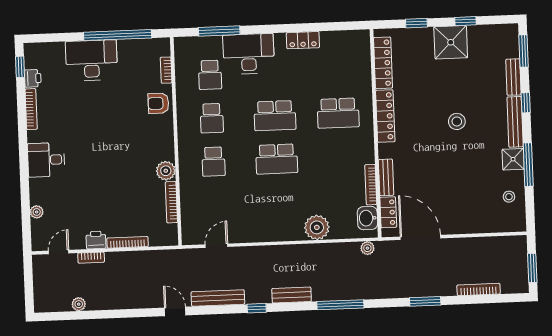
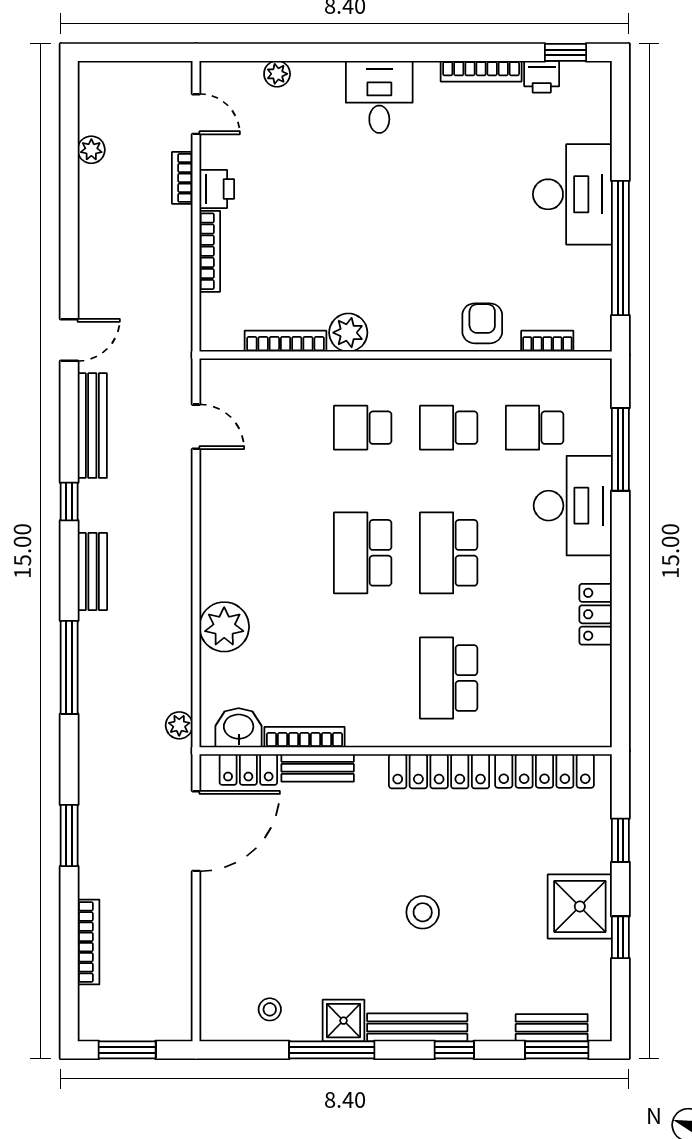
bench: (513, 77) -> (552, 1028), moved

